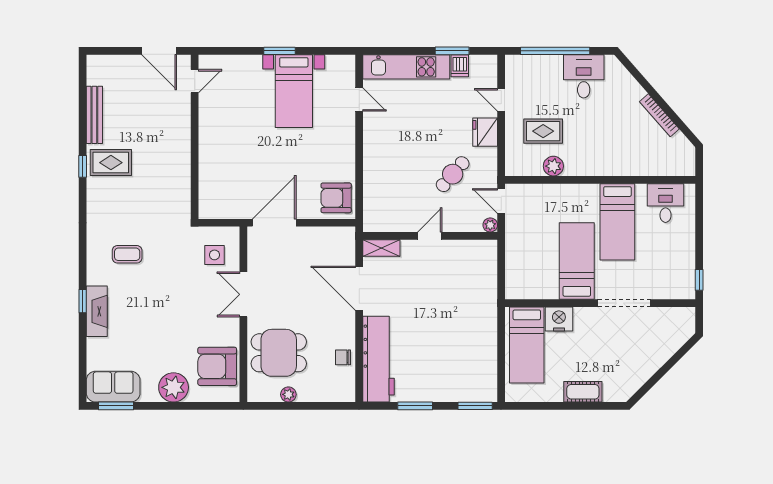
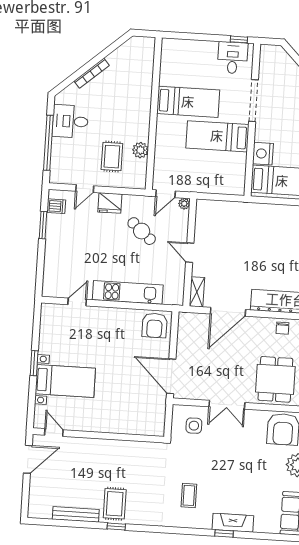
dishwasher: (460, 66) -> (56, 206), moved
kitchen unit: (406, 67) -> (128, 292), moved, turned -90
bed with nightstands: (294, 91) -> (65, 381), moved
bookcase: (659, 115) -> (92, 73), moved
desk: (666, 203) -> (233, 58), moved, turned 90

